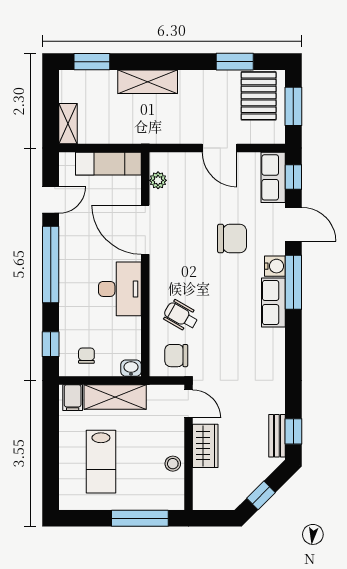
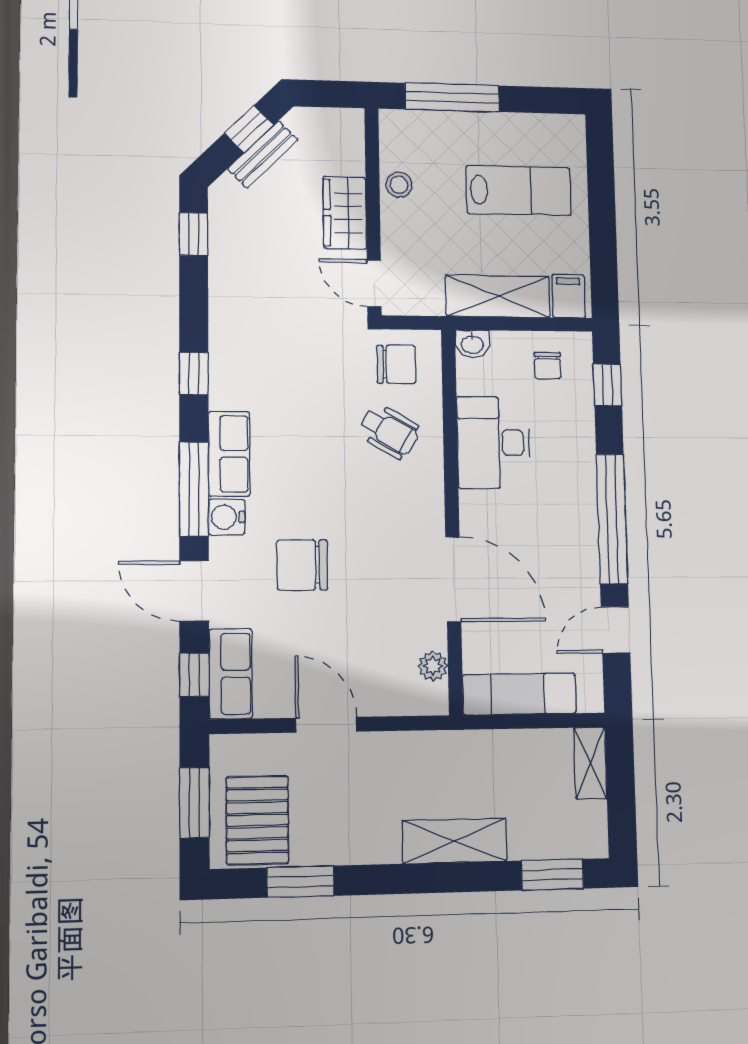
desk: (120, 289) -> (493, 443), moved
window: (293, 349) -> (194, 374), added
bench: (277, 436) -> (263, 154), moved, turned 45
lab bench: (101, 462) -> (519, 191), turned 90

